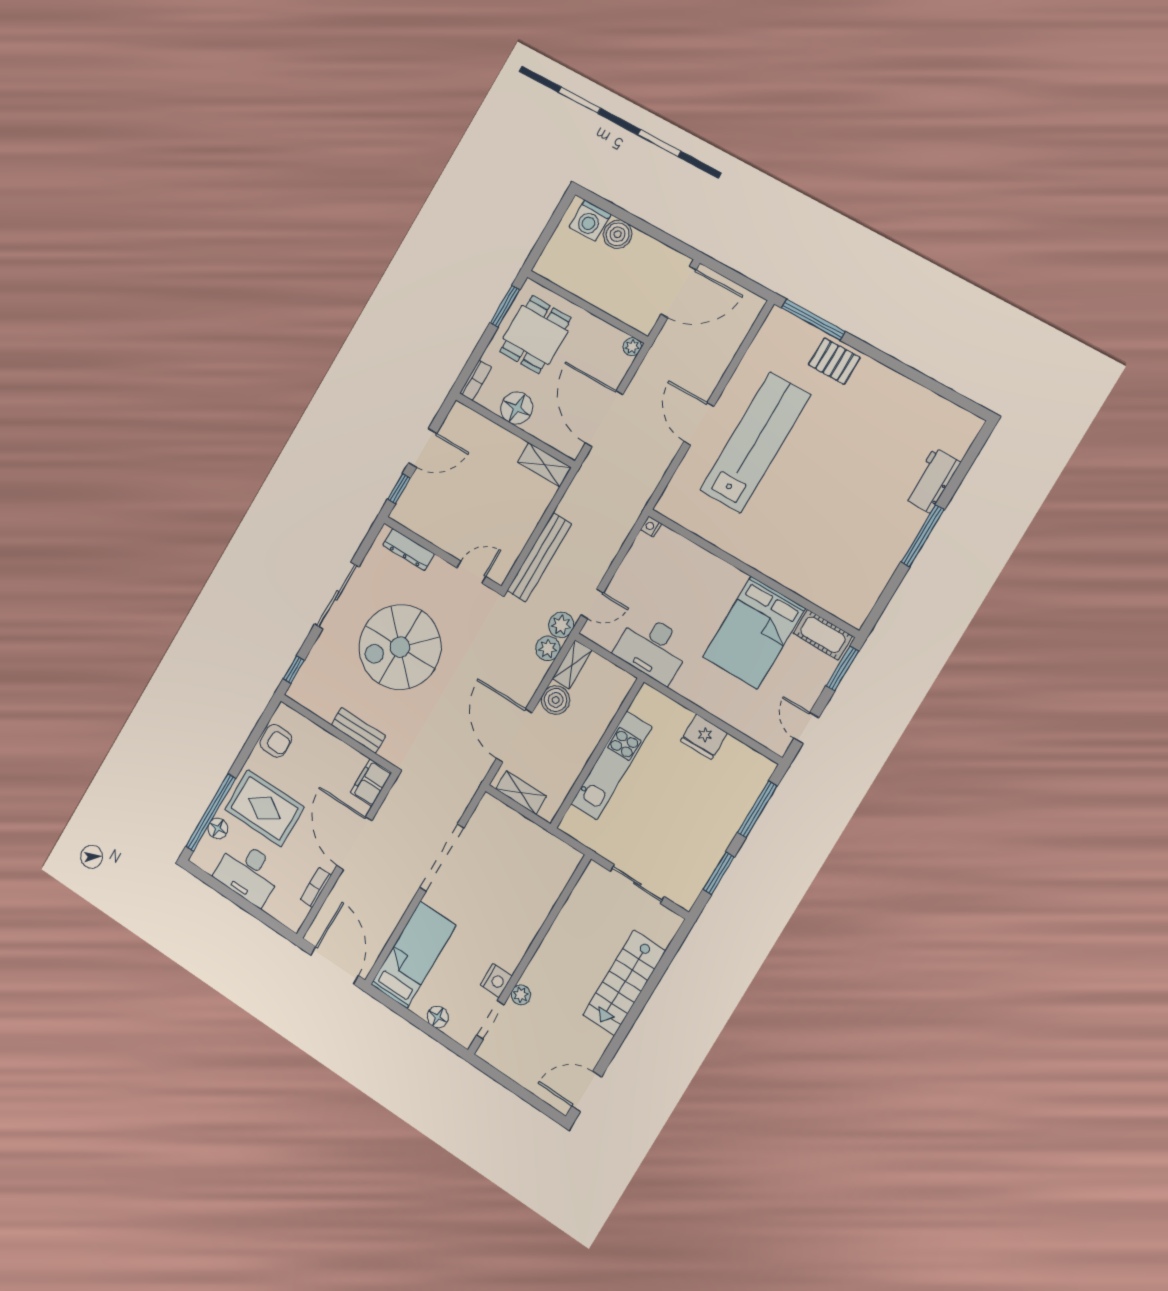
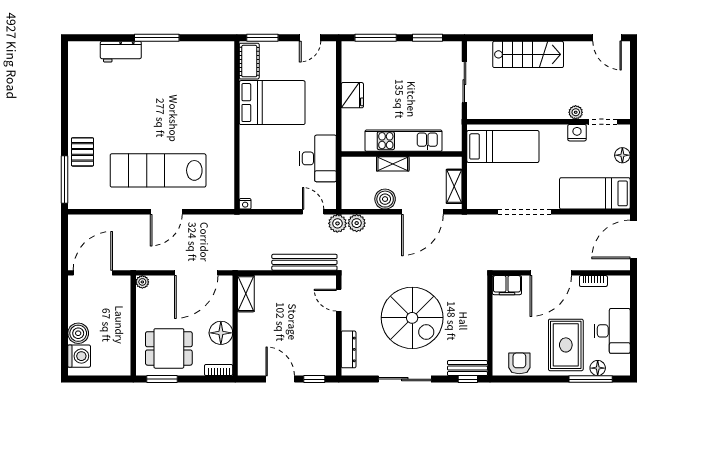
door: (679, 292) -> (93, 273), hinge flipped
shelving: (572, 664) -> (393, 164), moved
bench: (358, 730) -> (467, 368), moved, turned 90
window: (211, 812) -> (591, 379), width x0.68
bed: (533, 881) -> (503, 146), added

